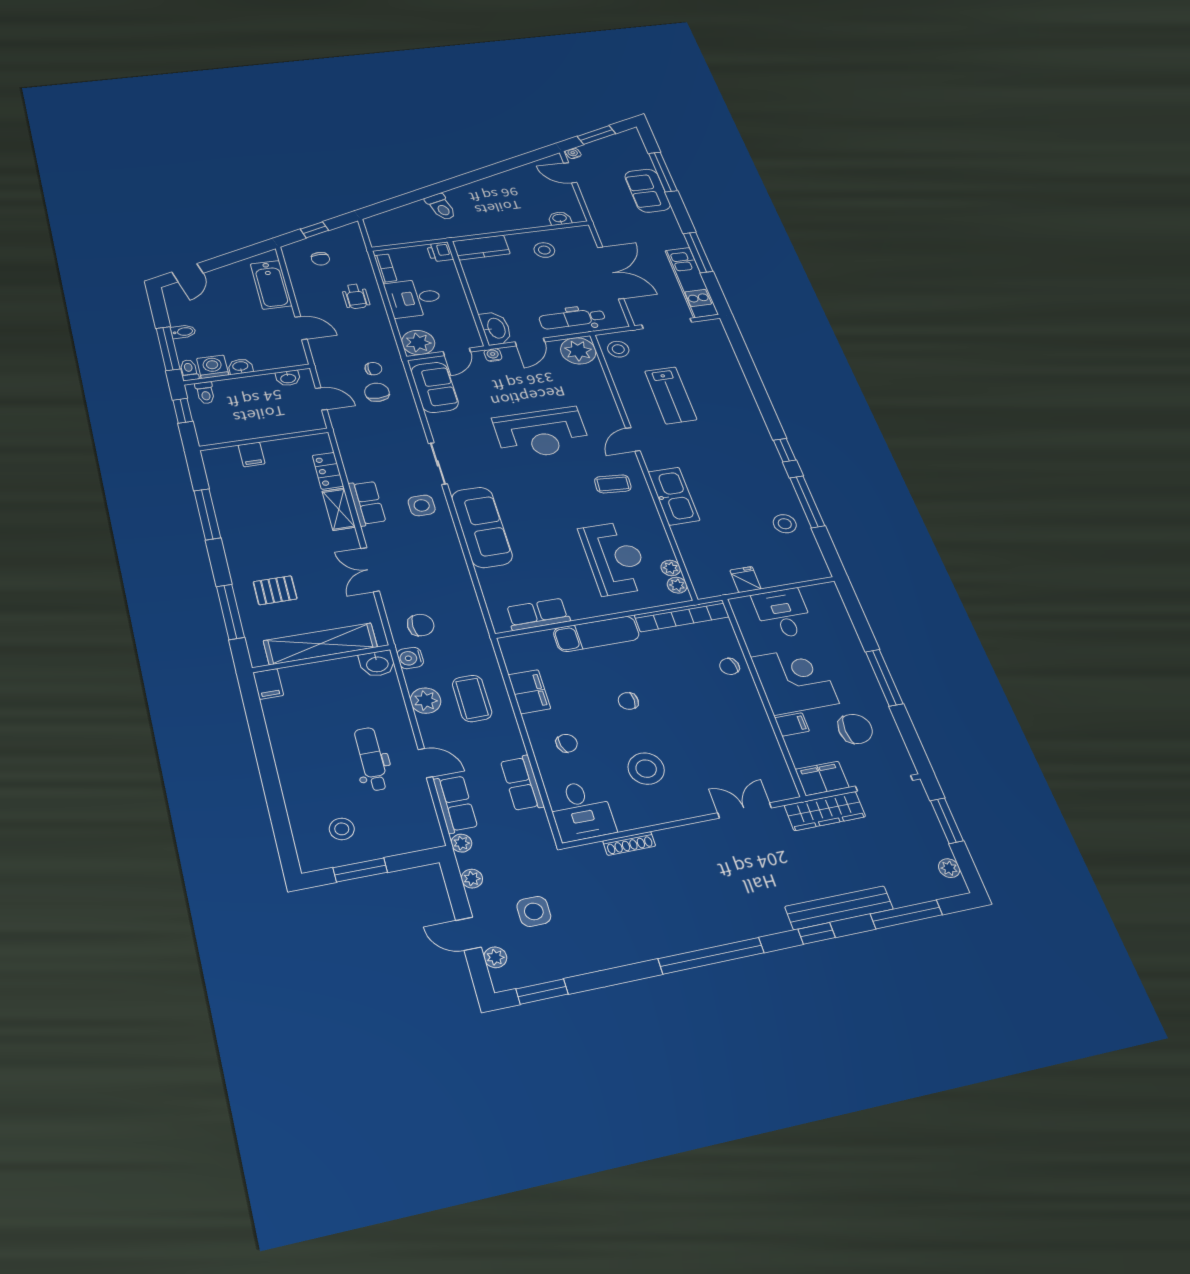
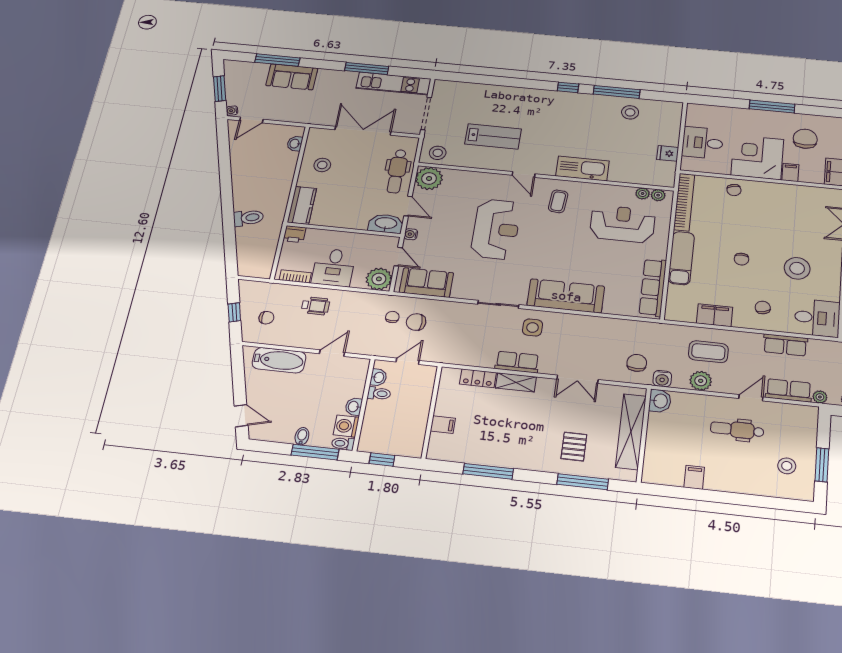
toilet: (205, 393) -> (379, 393), moved
row of seats: (538, 614) -> (653, 287), width x1.48
filing cabinet: (268, 684) -> (694, 477), moved, turned -90

